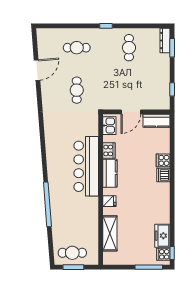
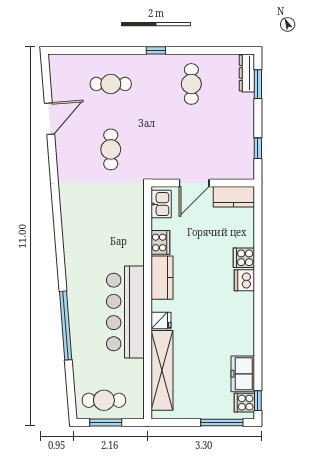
bar counter: (86, 166) -> (125, 312), moved
shelving: (110, 233) -> (162, 370), width x1.47

